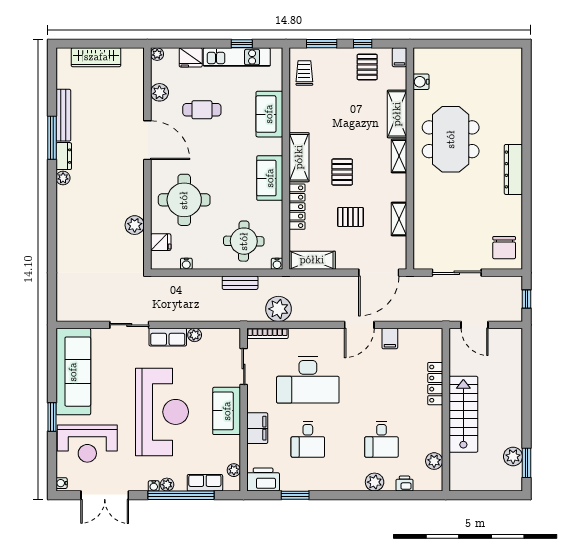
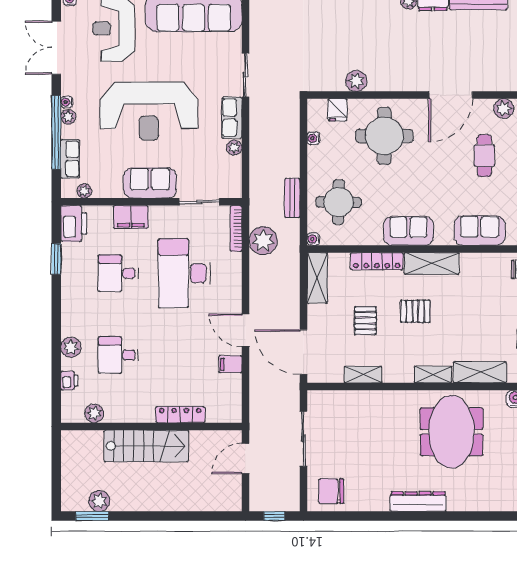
meeting table: (451, 139) -> (452, 432), turned 90

